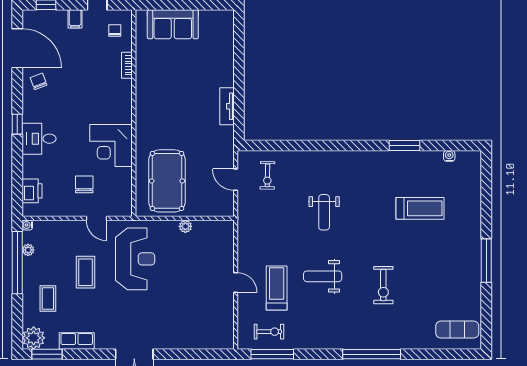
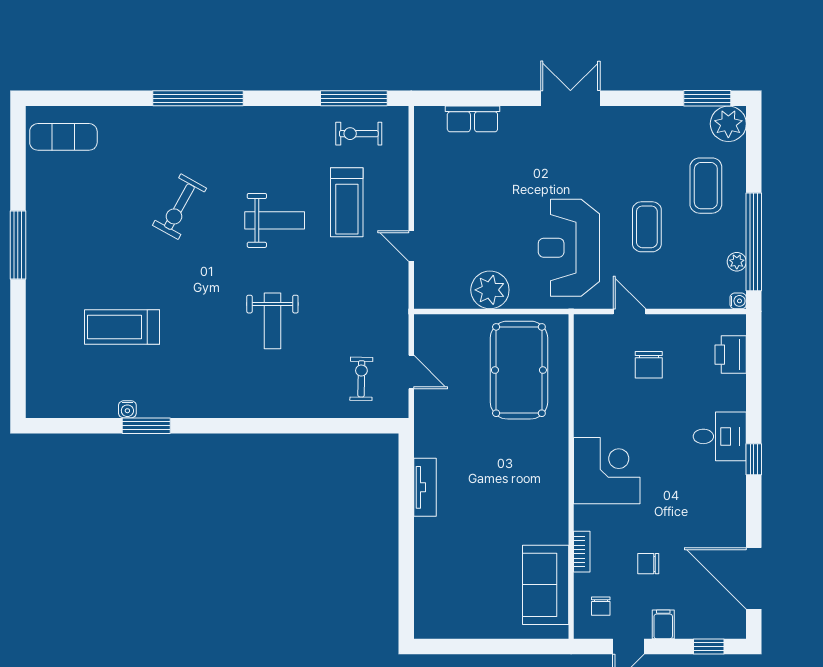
sofa: (173, 24) -> (546, 585), moved, turned -90
chair: (38, 81) -> (648, 564), moved, turned 111
corner desk: (111, 146) -> (607, 471), moved
water cooler: (449, 156) -> (127, 409), moved
weight bench: (324, 212) -> (272, 321), turned 180
plant: (185, 226) -> (490, 290), width x1.88, depth x1.88
door: (236, 282) -> (411, 246), moved
exercise bike: (383, 285) -> (179, 207), turned -151
coffee table: (48, 299) -> (706, 186), width x1.36, depth x1.30
row of seats: (77, 341) -> (472, 119), moved

